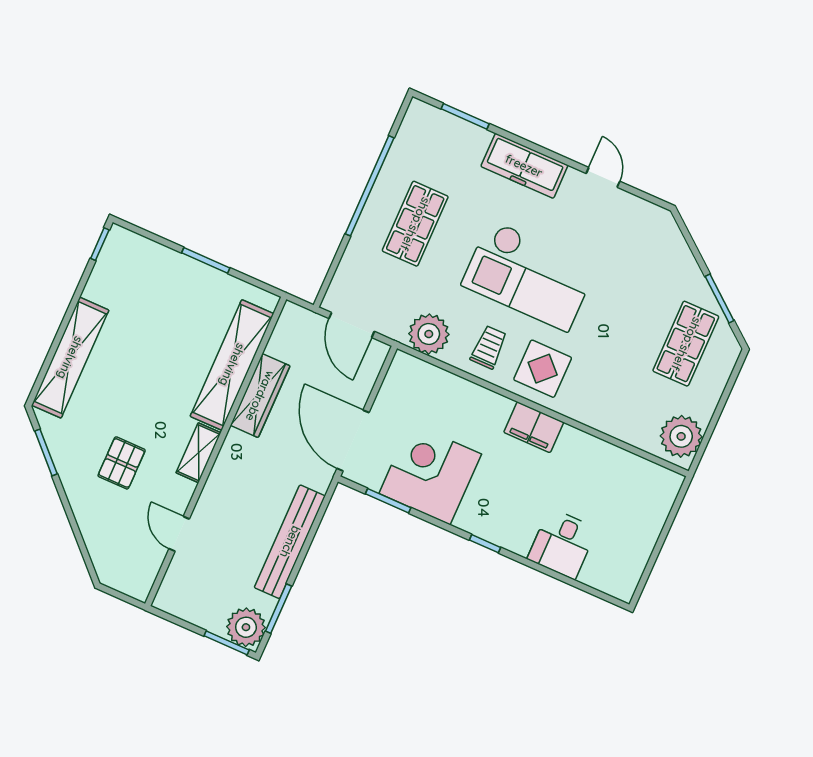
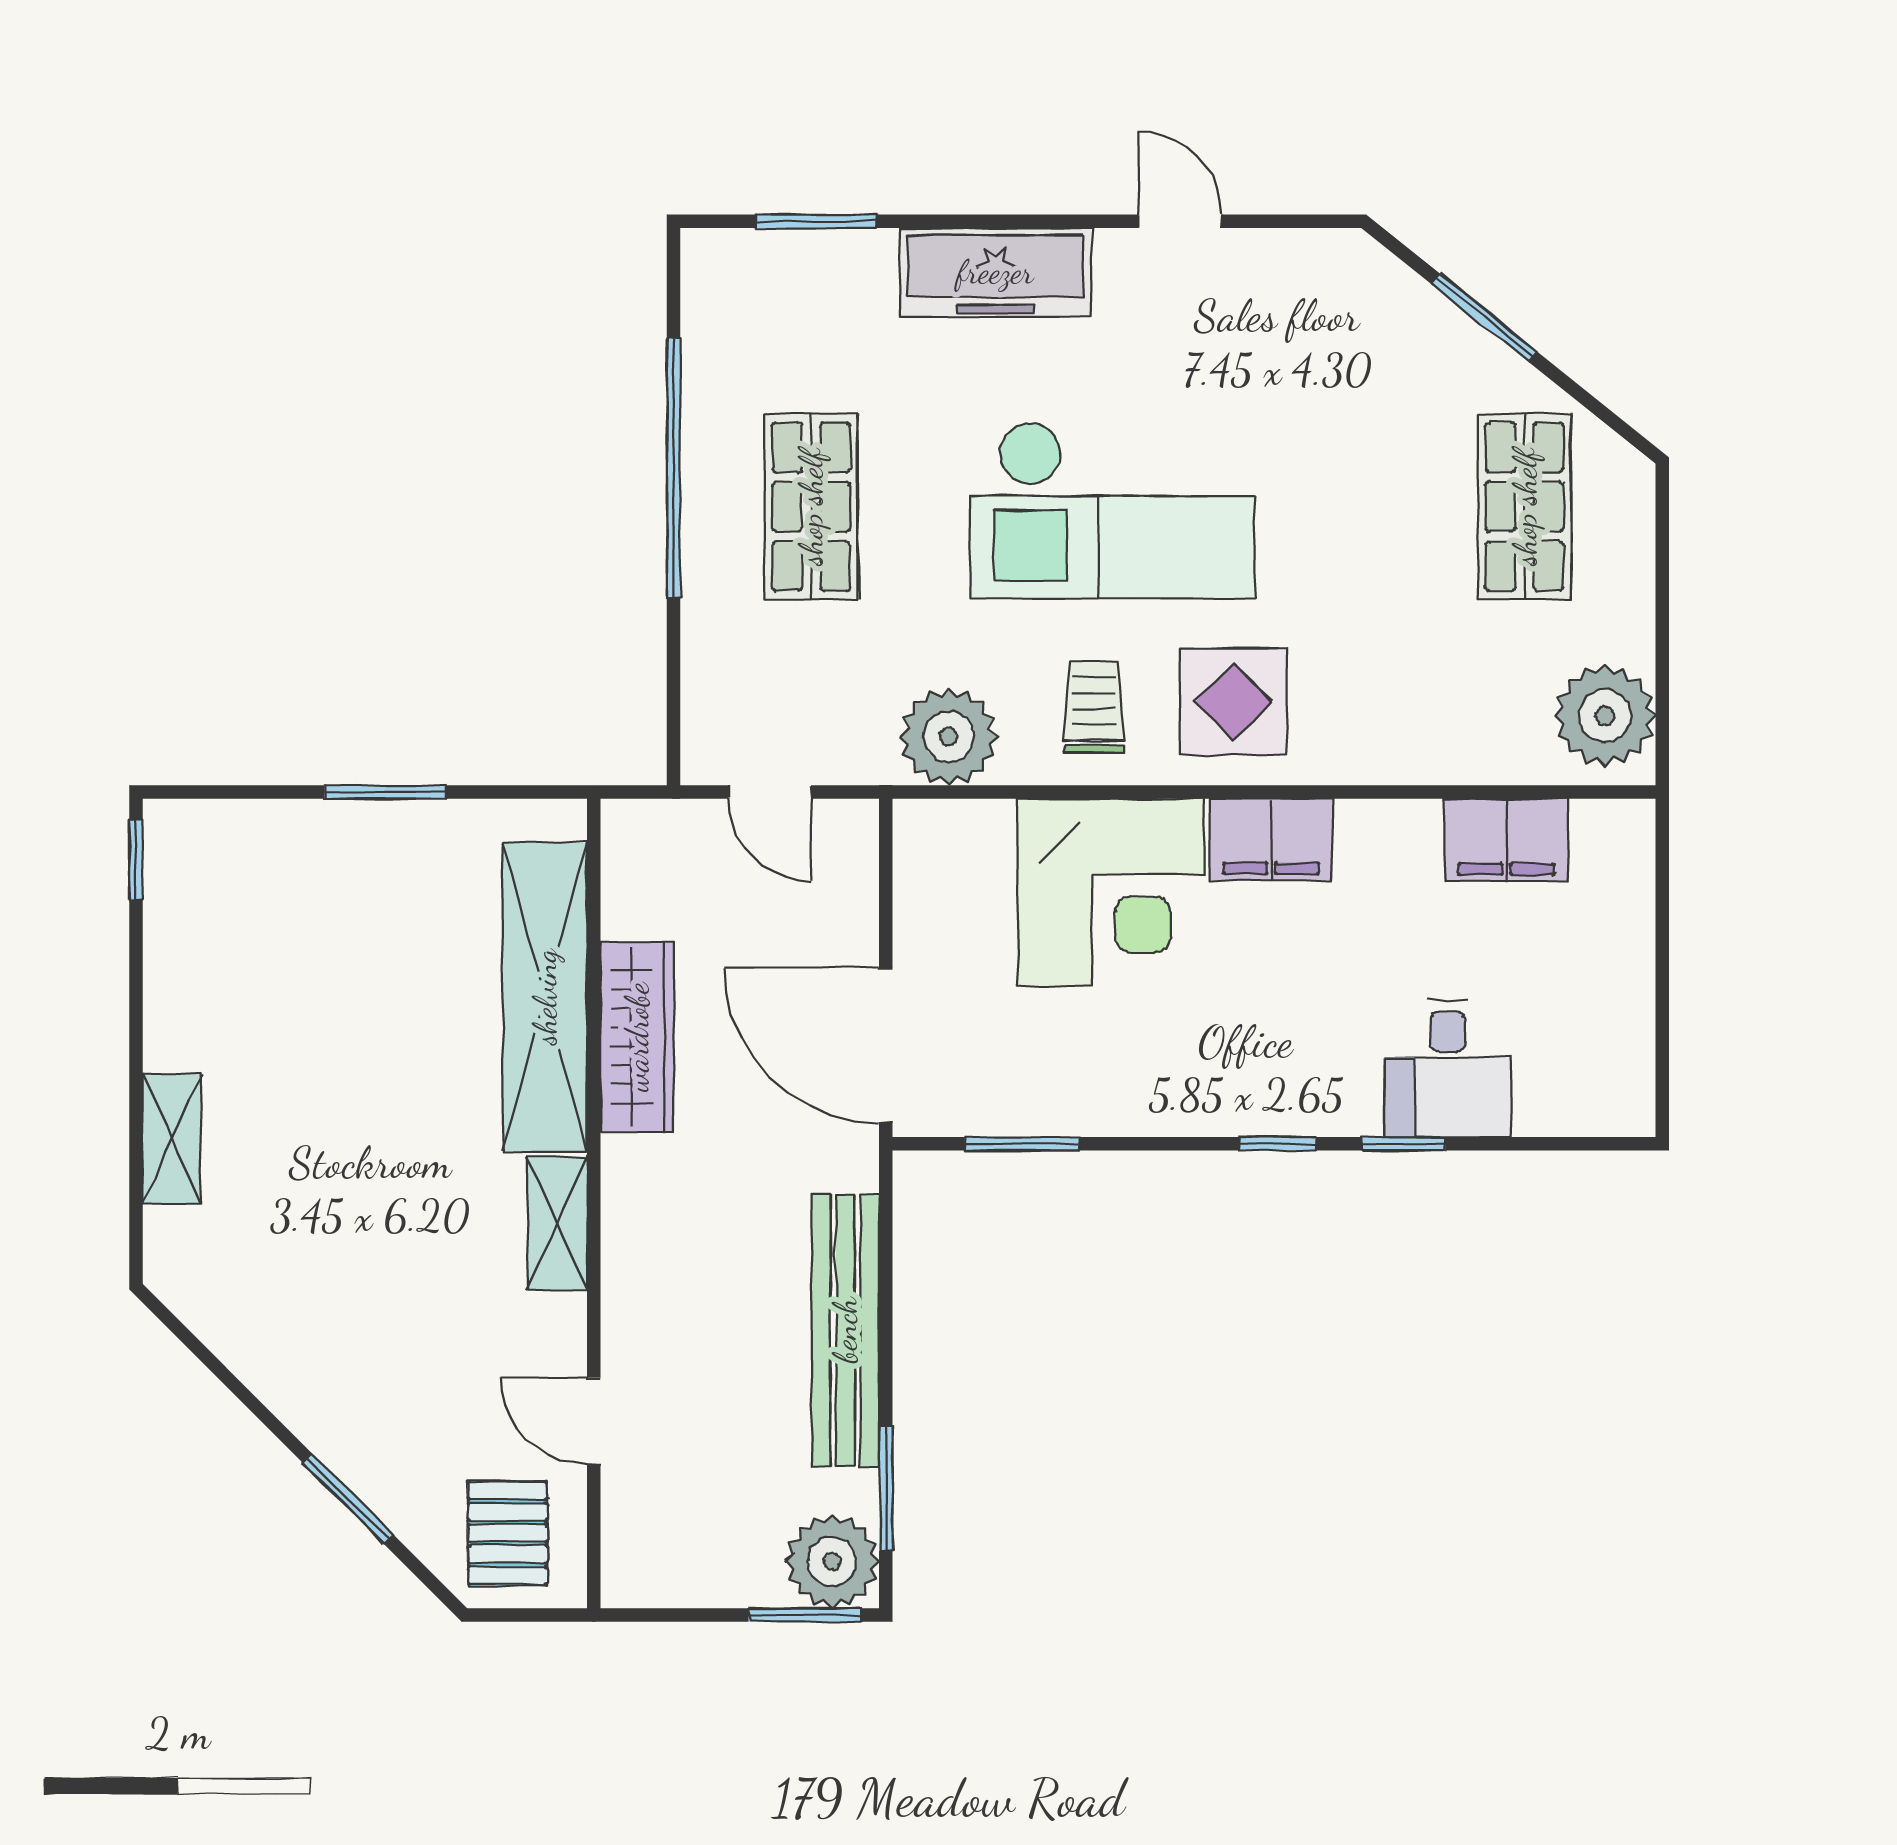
window: (720, 299) -> (1484, 318), moved
door: (352, 325) -> (770, 792), width x0.73
shelving: (70, 358) -> (172, 1139), width x0.45, depth x0.75
window: (46, 452) -> (348, 1499), moved
pallet: (122, 463) -> (508, 1533), moved
filing cabinet: (623, 467) -> (1507, 840), added
corner desk: (430, 474) -> (1111, 893), moved, turned 180
window: (533, 565) -> (1403, 1144), added

